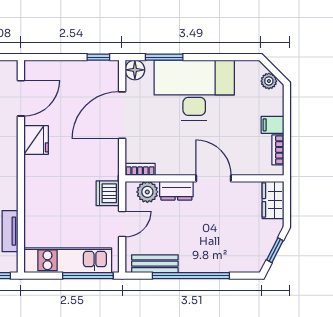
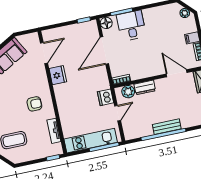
desk: (194, 90) -> (131, 26), width x0.53, depth x0.77
door: (213, 178) -> (177, 73), moved
bench: (155, 264) -> (167, 127), moved

